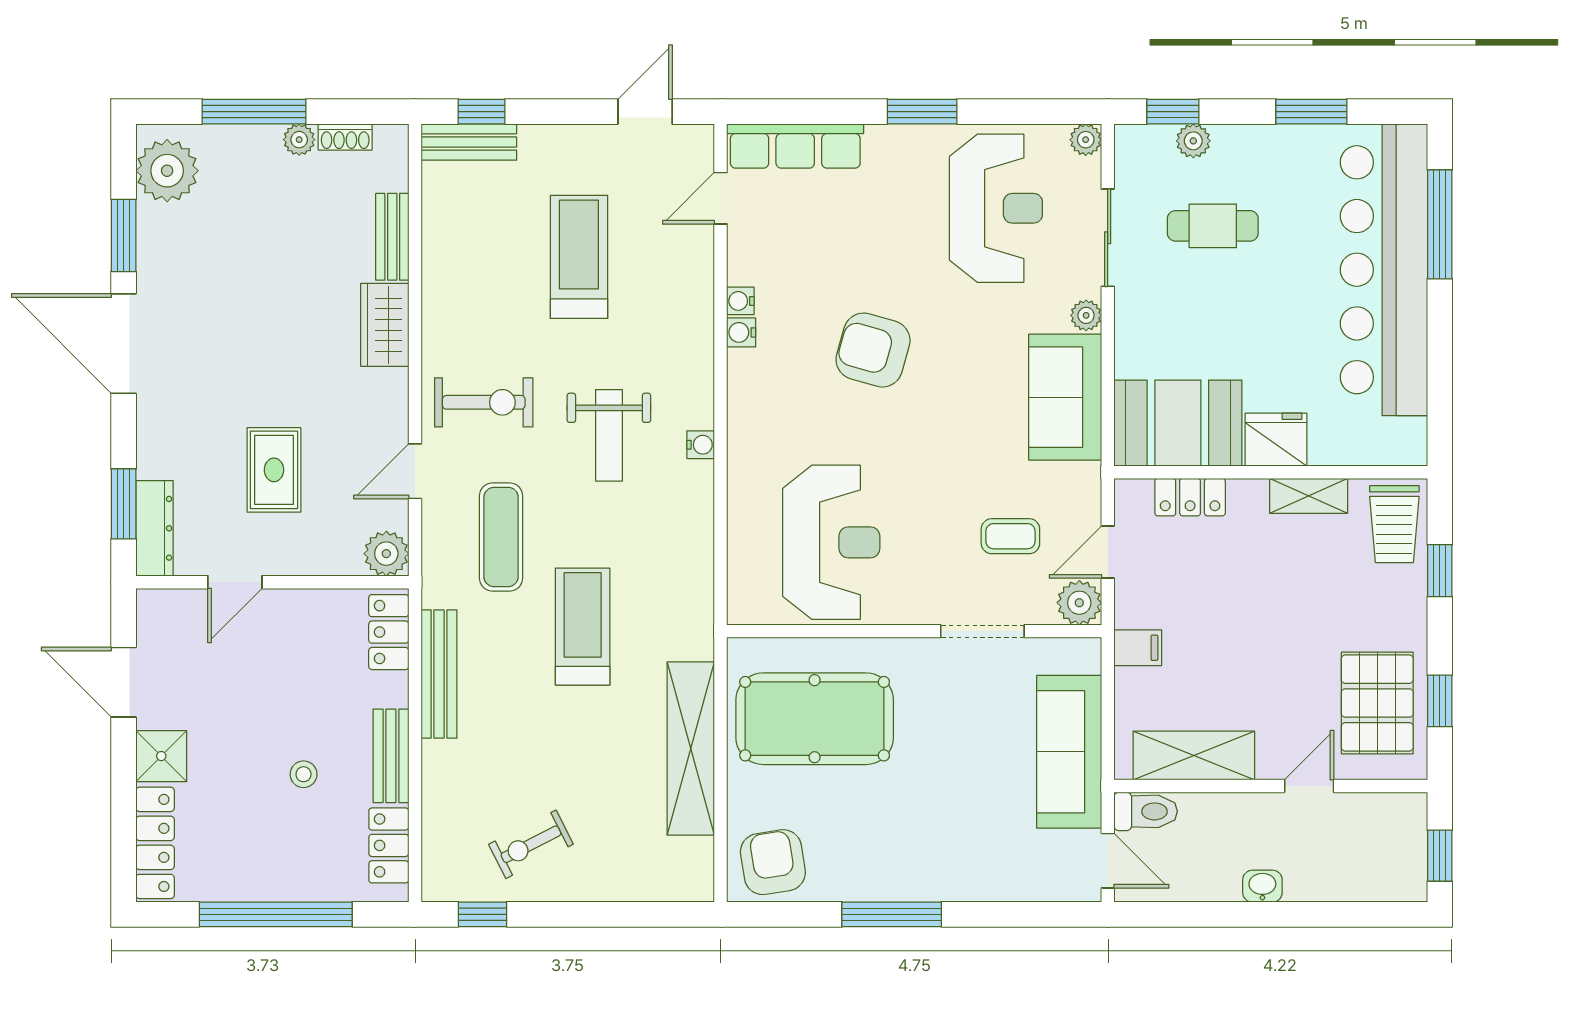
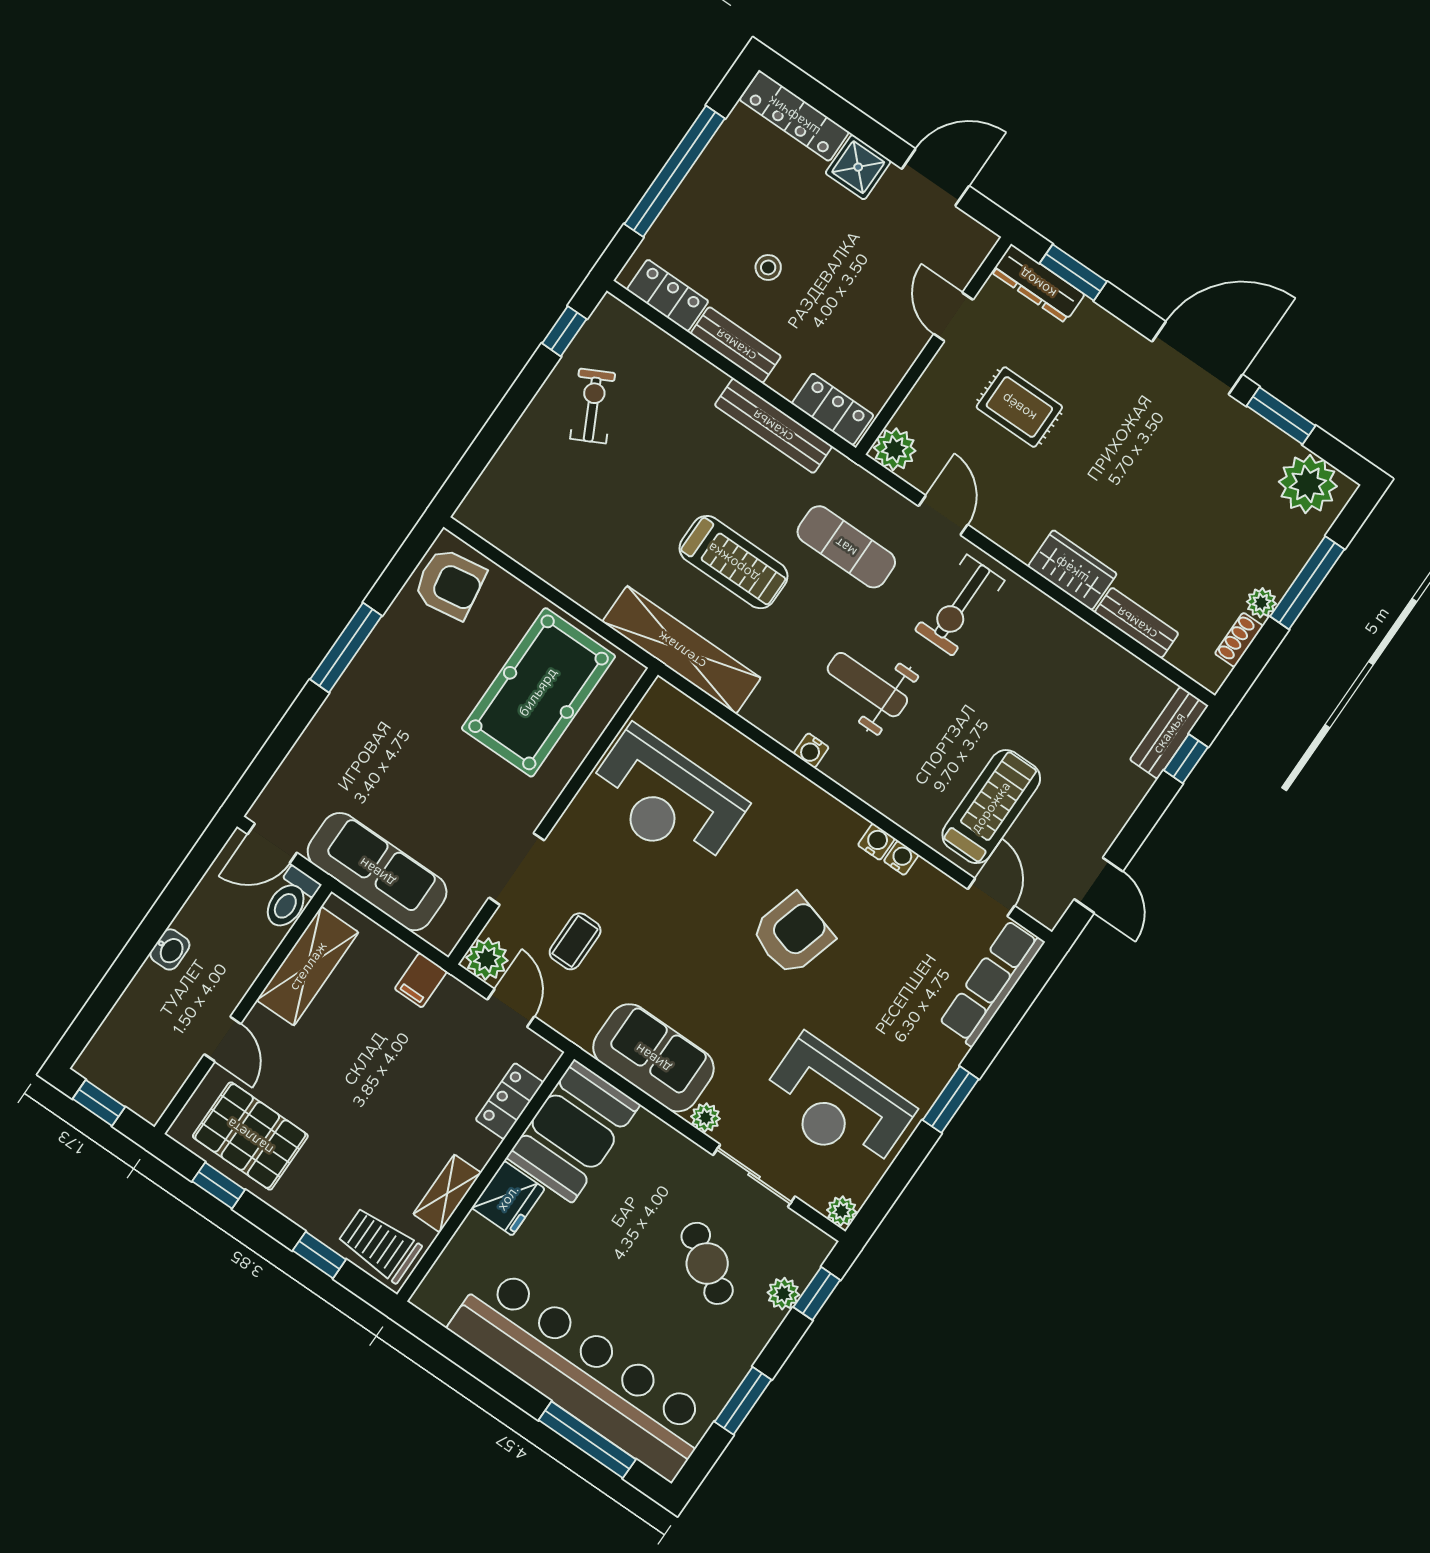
cafe table: (1213, 226) -> (707, 1263), turned -57
treadmill: (579, 257) -> (991, 807), moved, turned -90
shelving: (691, 749) -> (682, 650), moved

